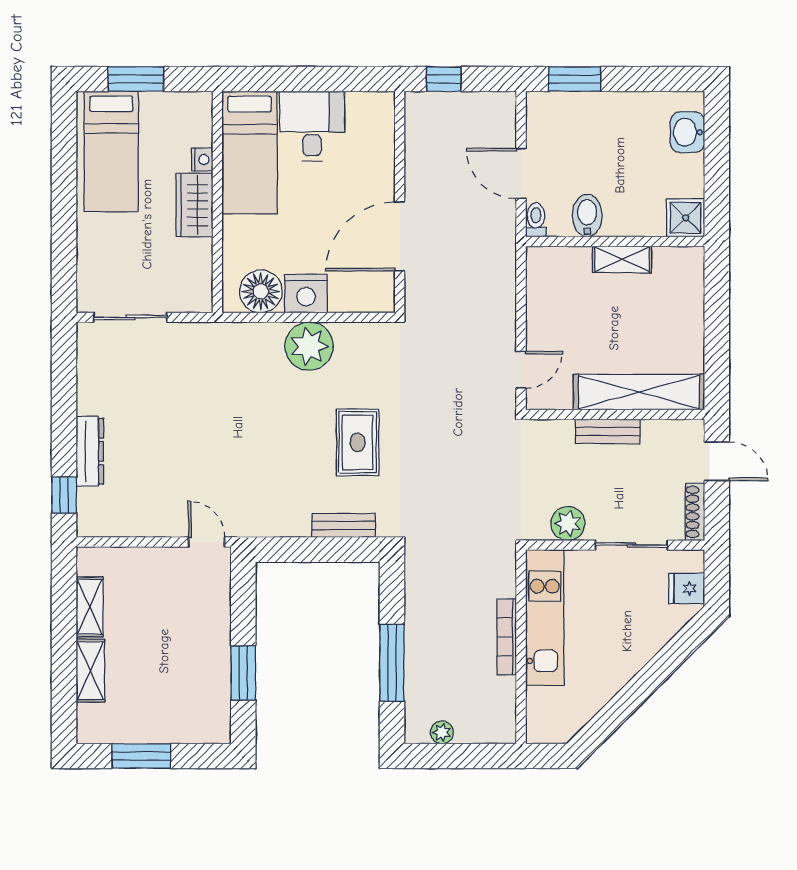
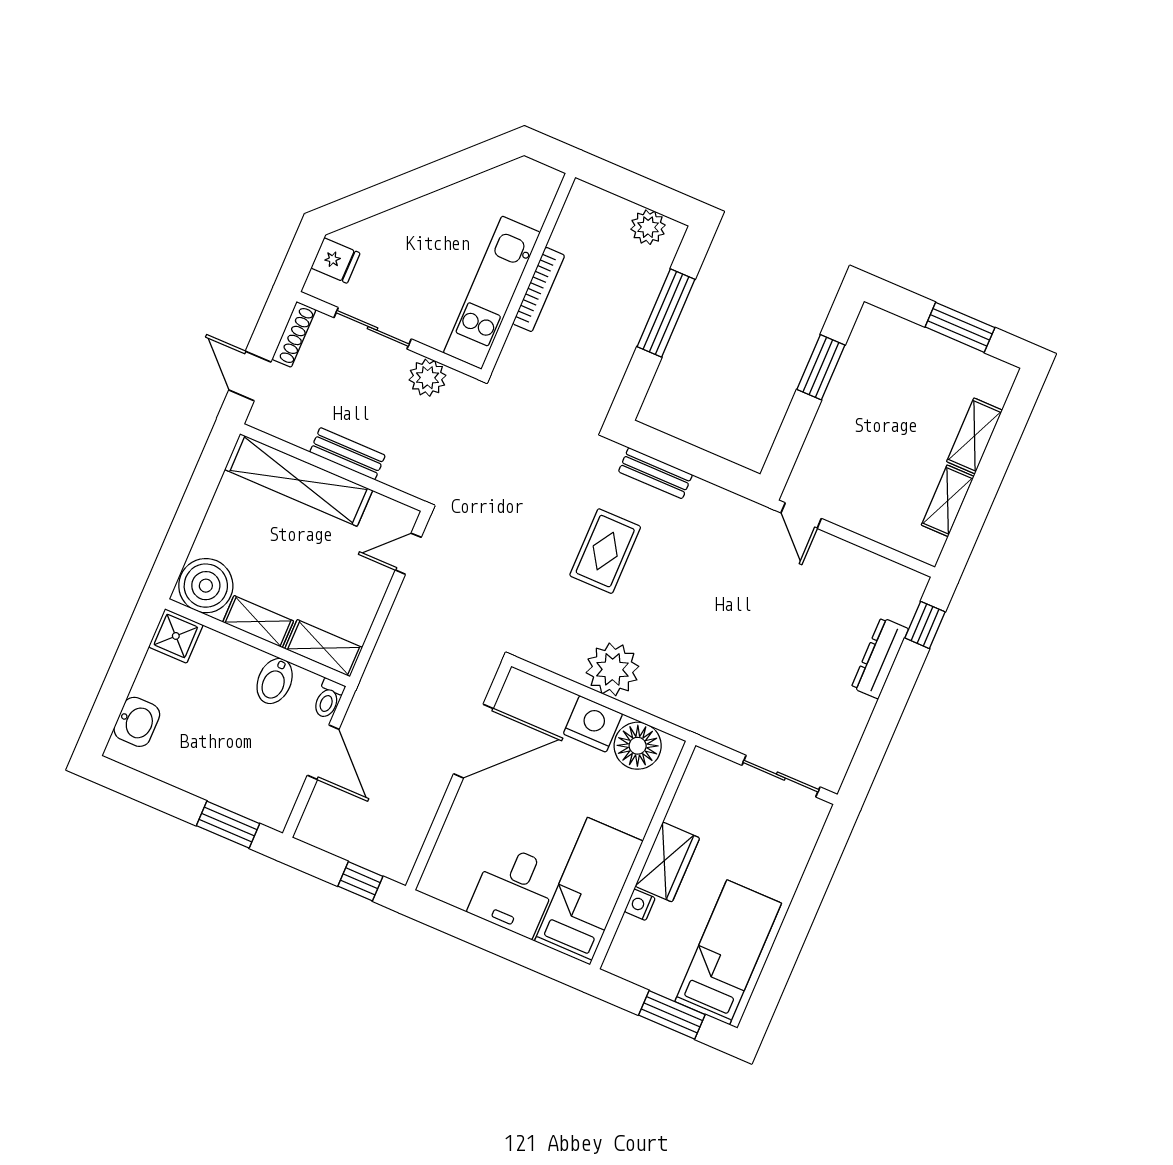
shelving: (558, 261) -> (324, 648), added
boiler: (679, 271) -> (206, 586), added
plant: (442, 732) -> (648, 227), width x1.38, depth x1.38

